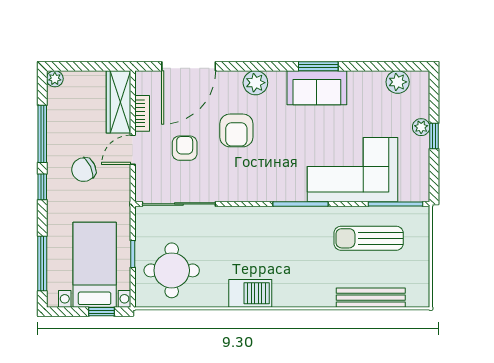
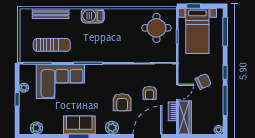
plant: (421, 127) -> (24, 88), moved
armchair: (236, 130) -> (122, 102), turned 180
barbecue: (250, 293) -> (93, 16), moved

